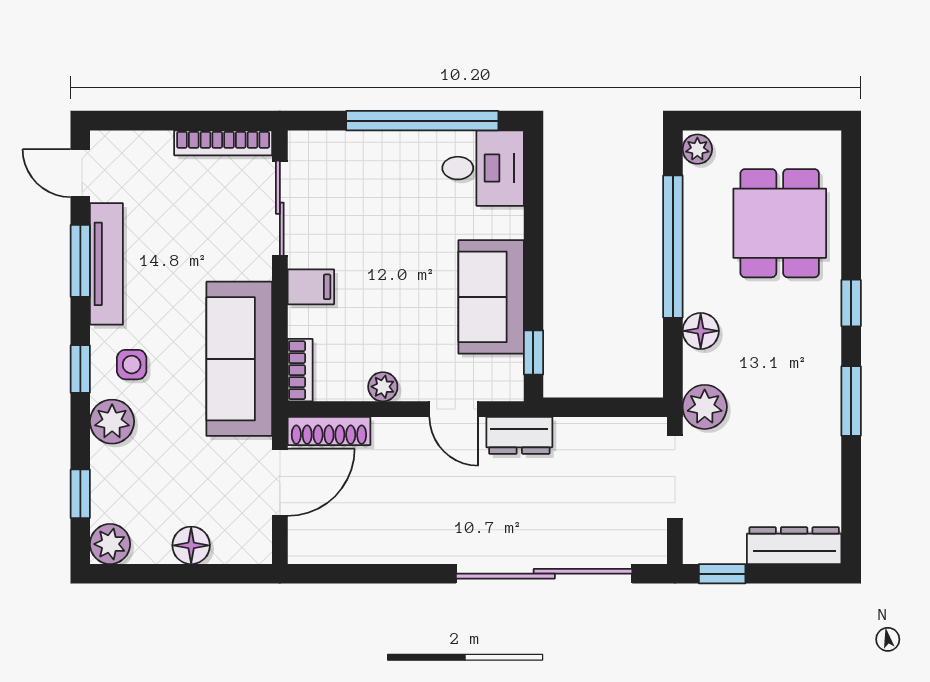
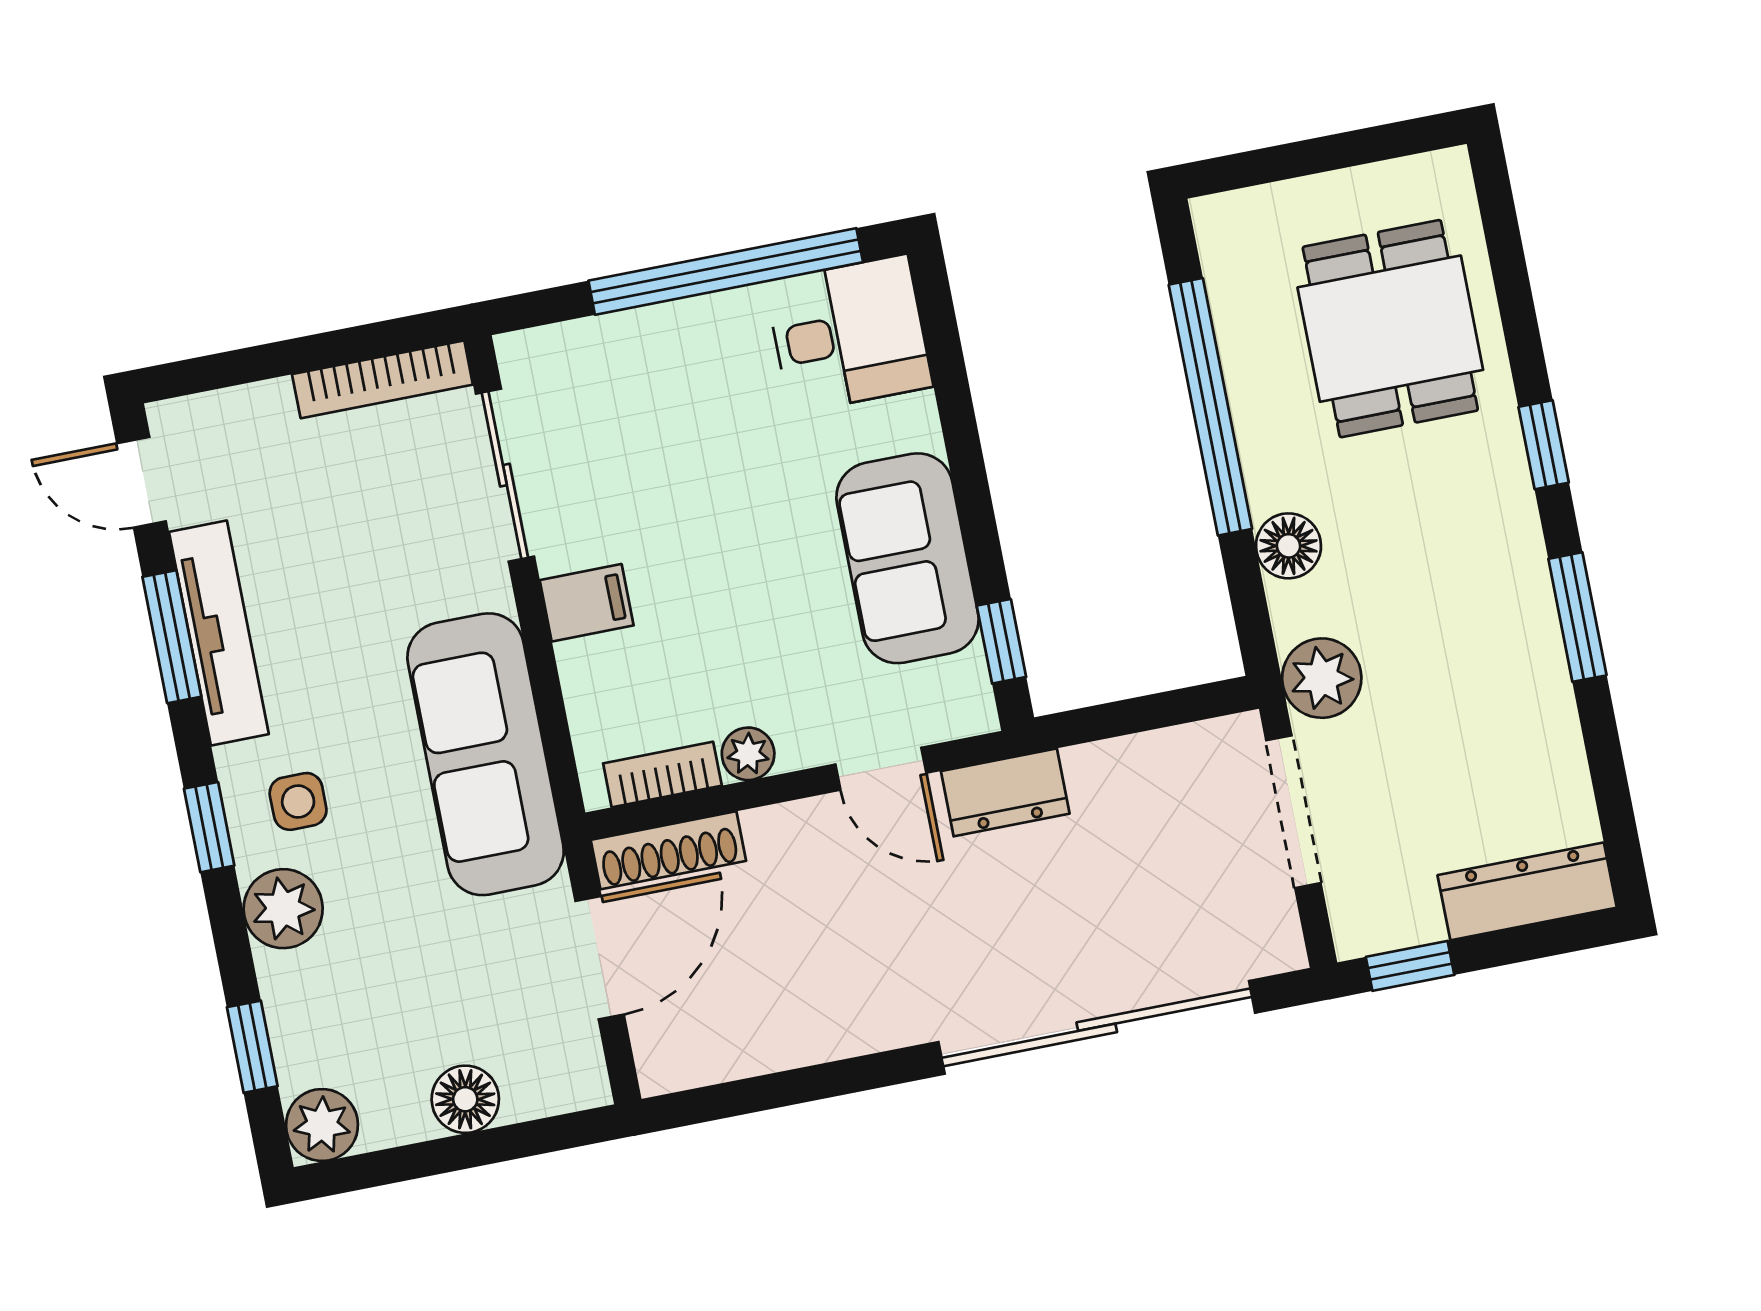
plant: (697, 149) -> (1220, 227), removed
bookcase: (300, 370) -> (662, 774), moved, turned -90

